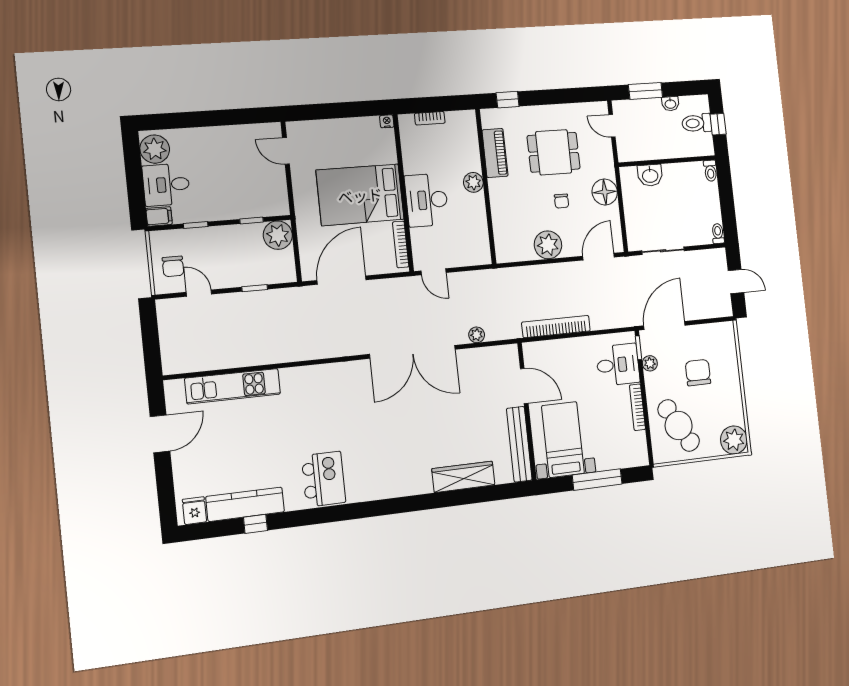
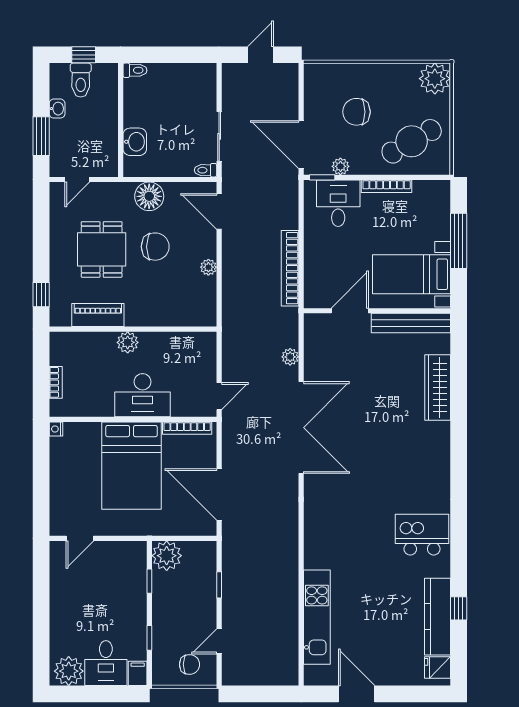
chair: (562, 201) -> (155, 247), width x1.87, depth x1.87
toilet: (718, 234) -> (206, 170), moved
plant: (548, 245) -> (208, 267), width x0.53, depth x0.53

